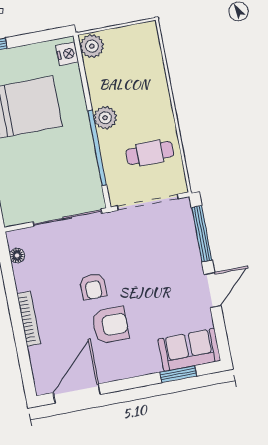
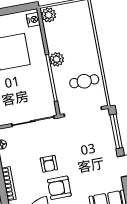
armchair: (110, 325) -> (59, 188), turned 180

